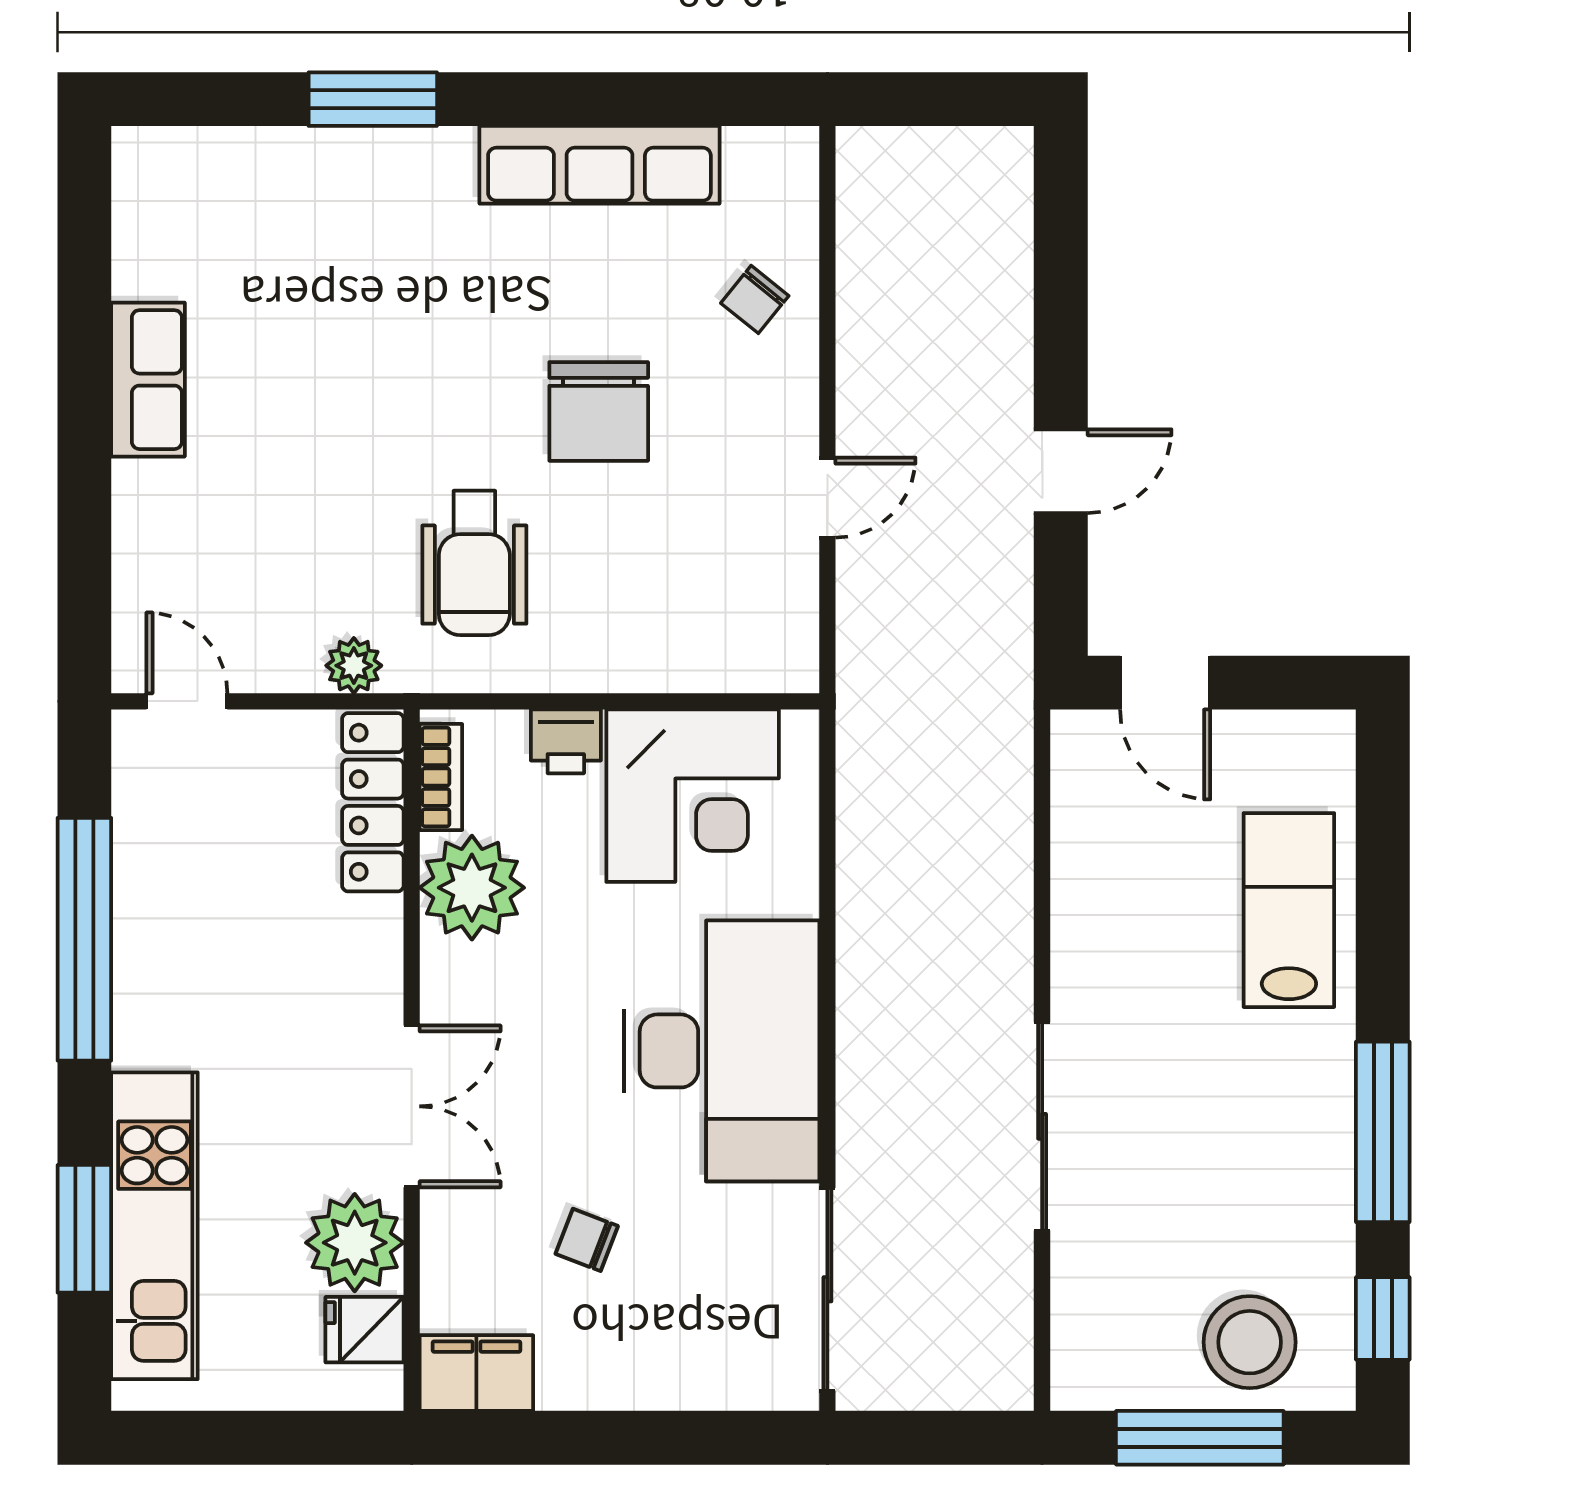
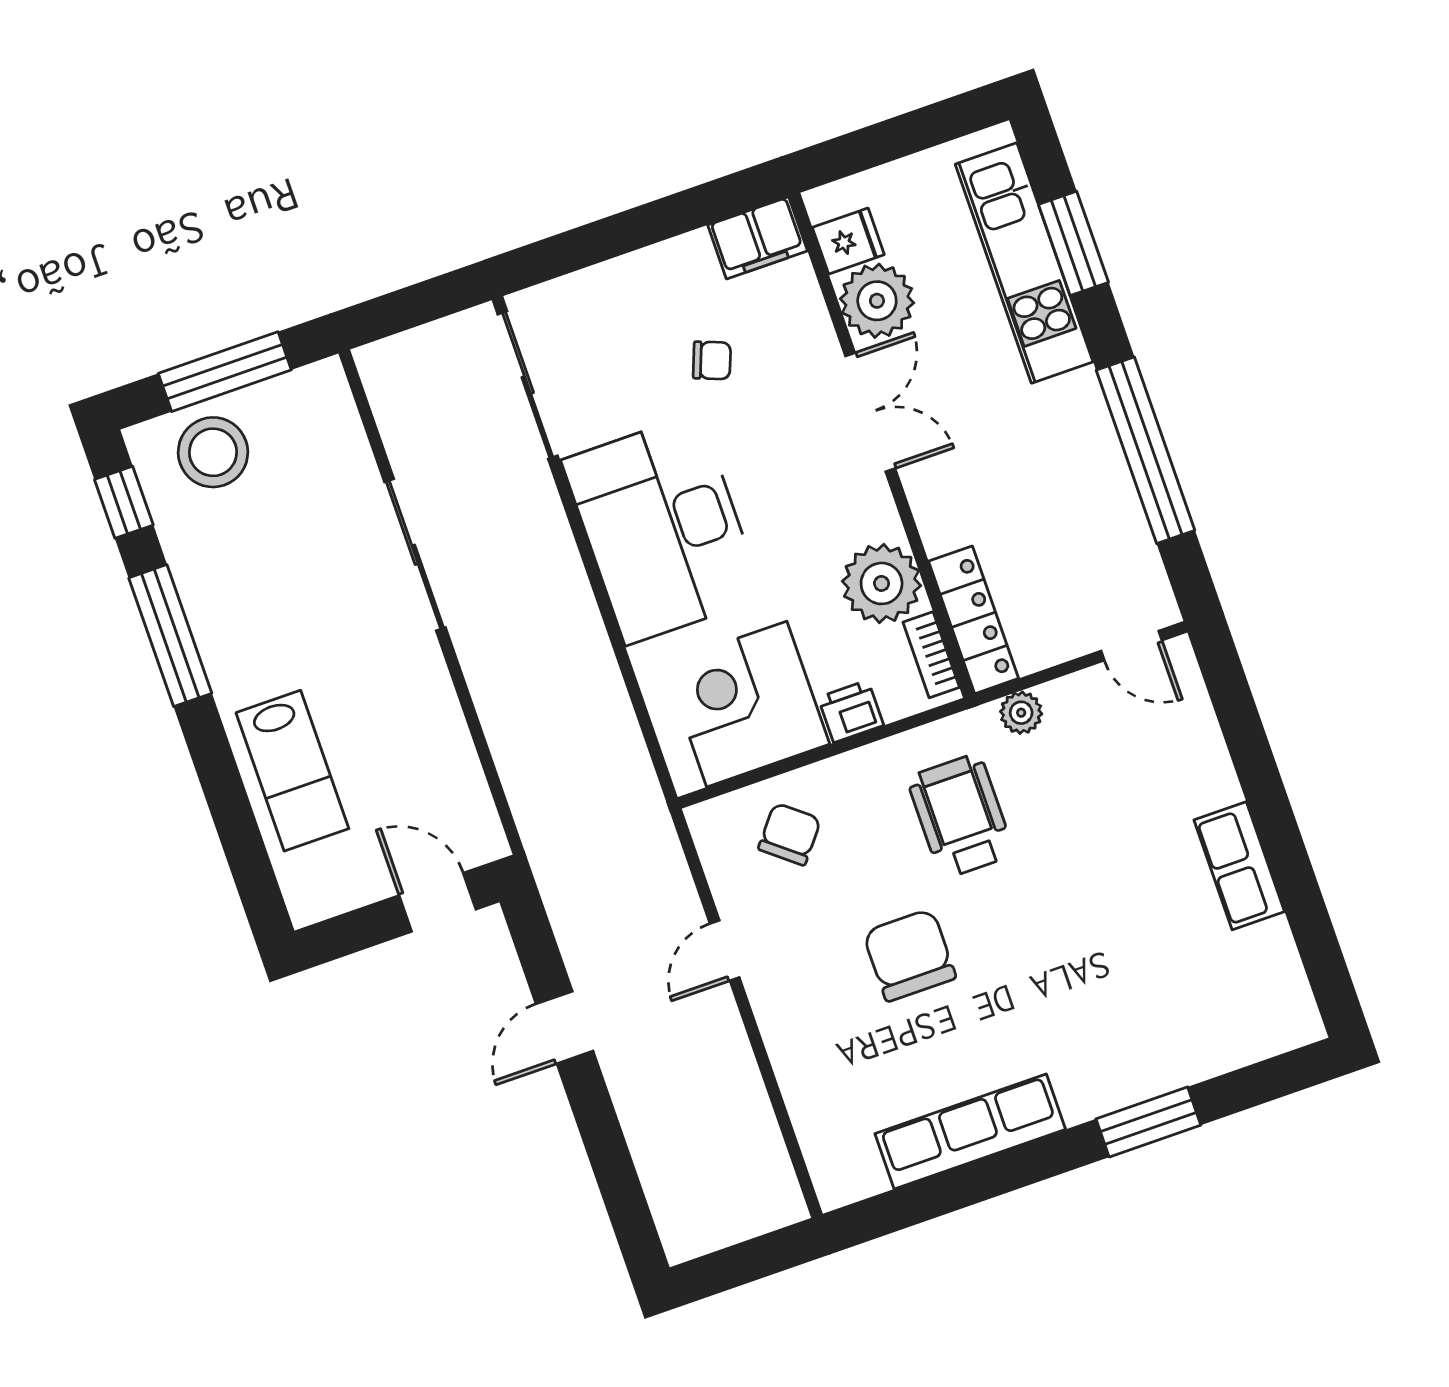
chair: (755, 299) -> (790, 834), moved, width x1.37, depth x1.37
double door: (412, 1106) -> (870, 412), swing flipped

